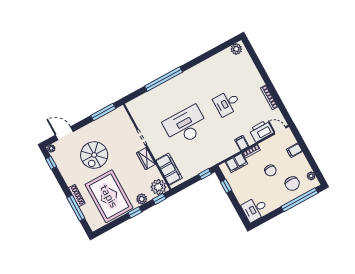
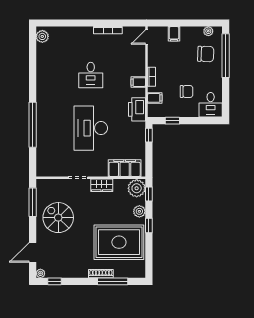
printer: (261, 131) -> (137, 109), moved
spiral stairs: (94, 155) -> (58, 218), moved, turned 180
filing cabinet: (236, 163) -> (155, 98), width x0.50
chair: (270, 170) -> (187, 92), moved

